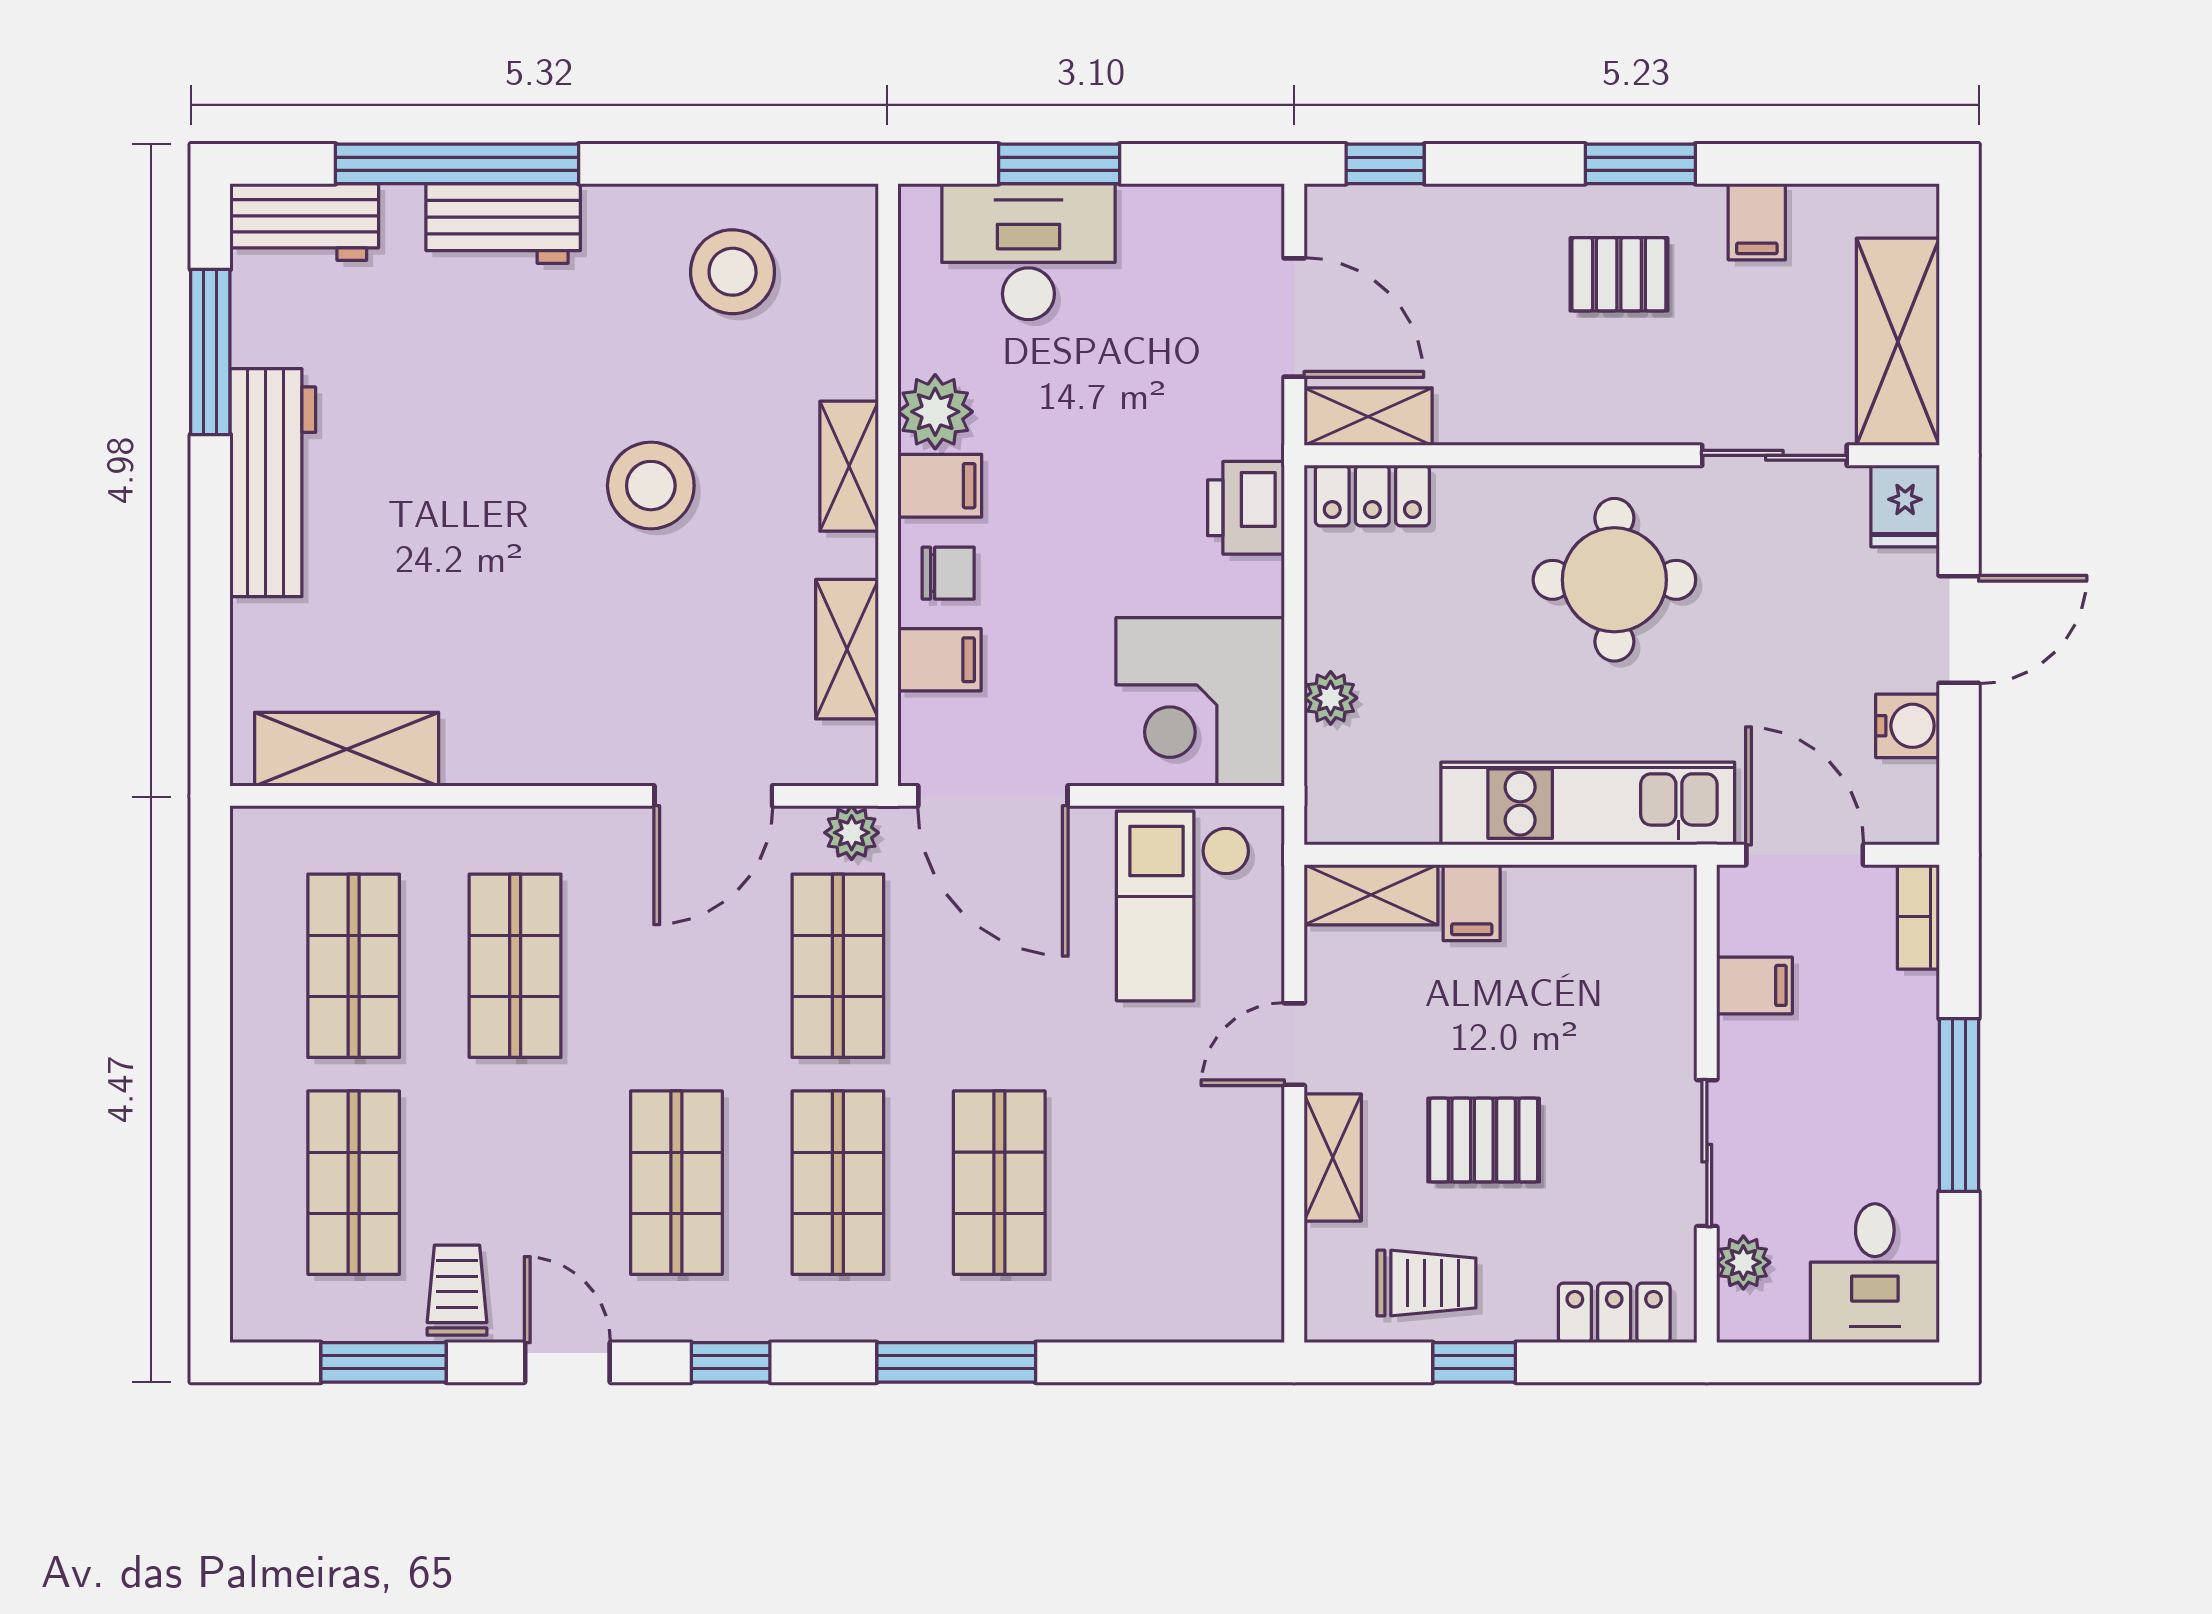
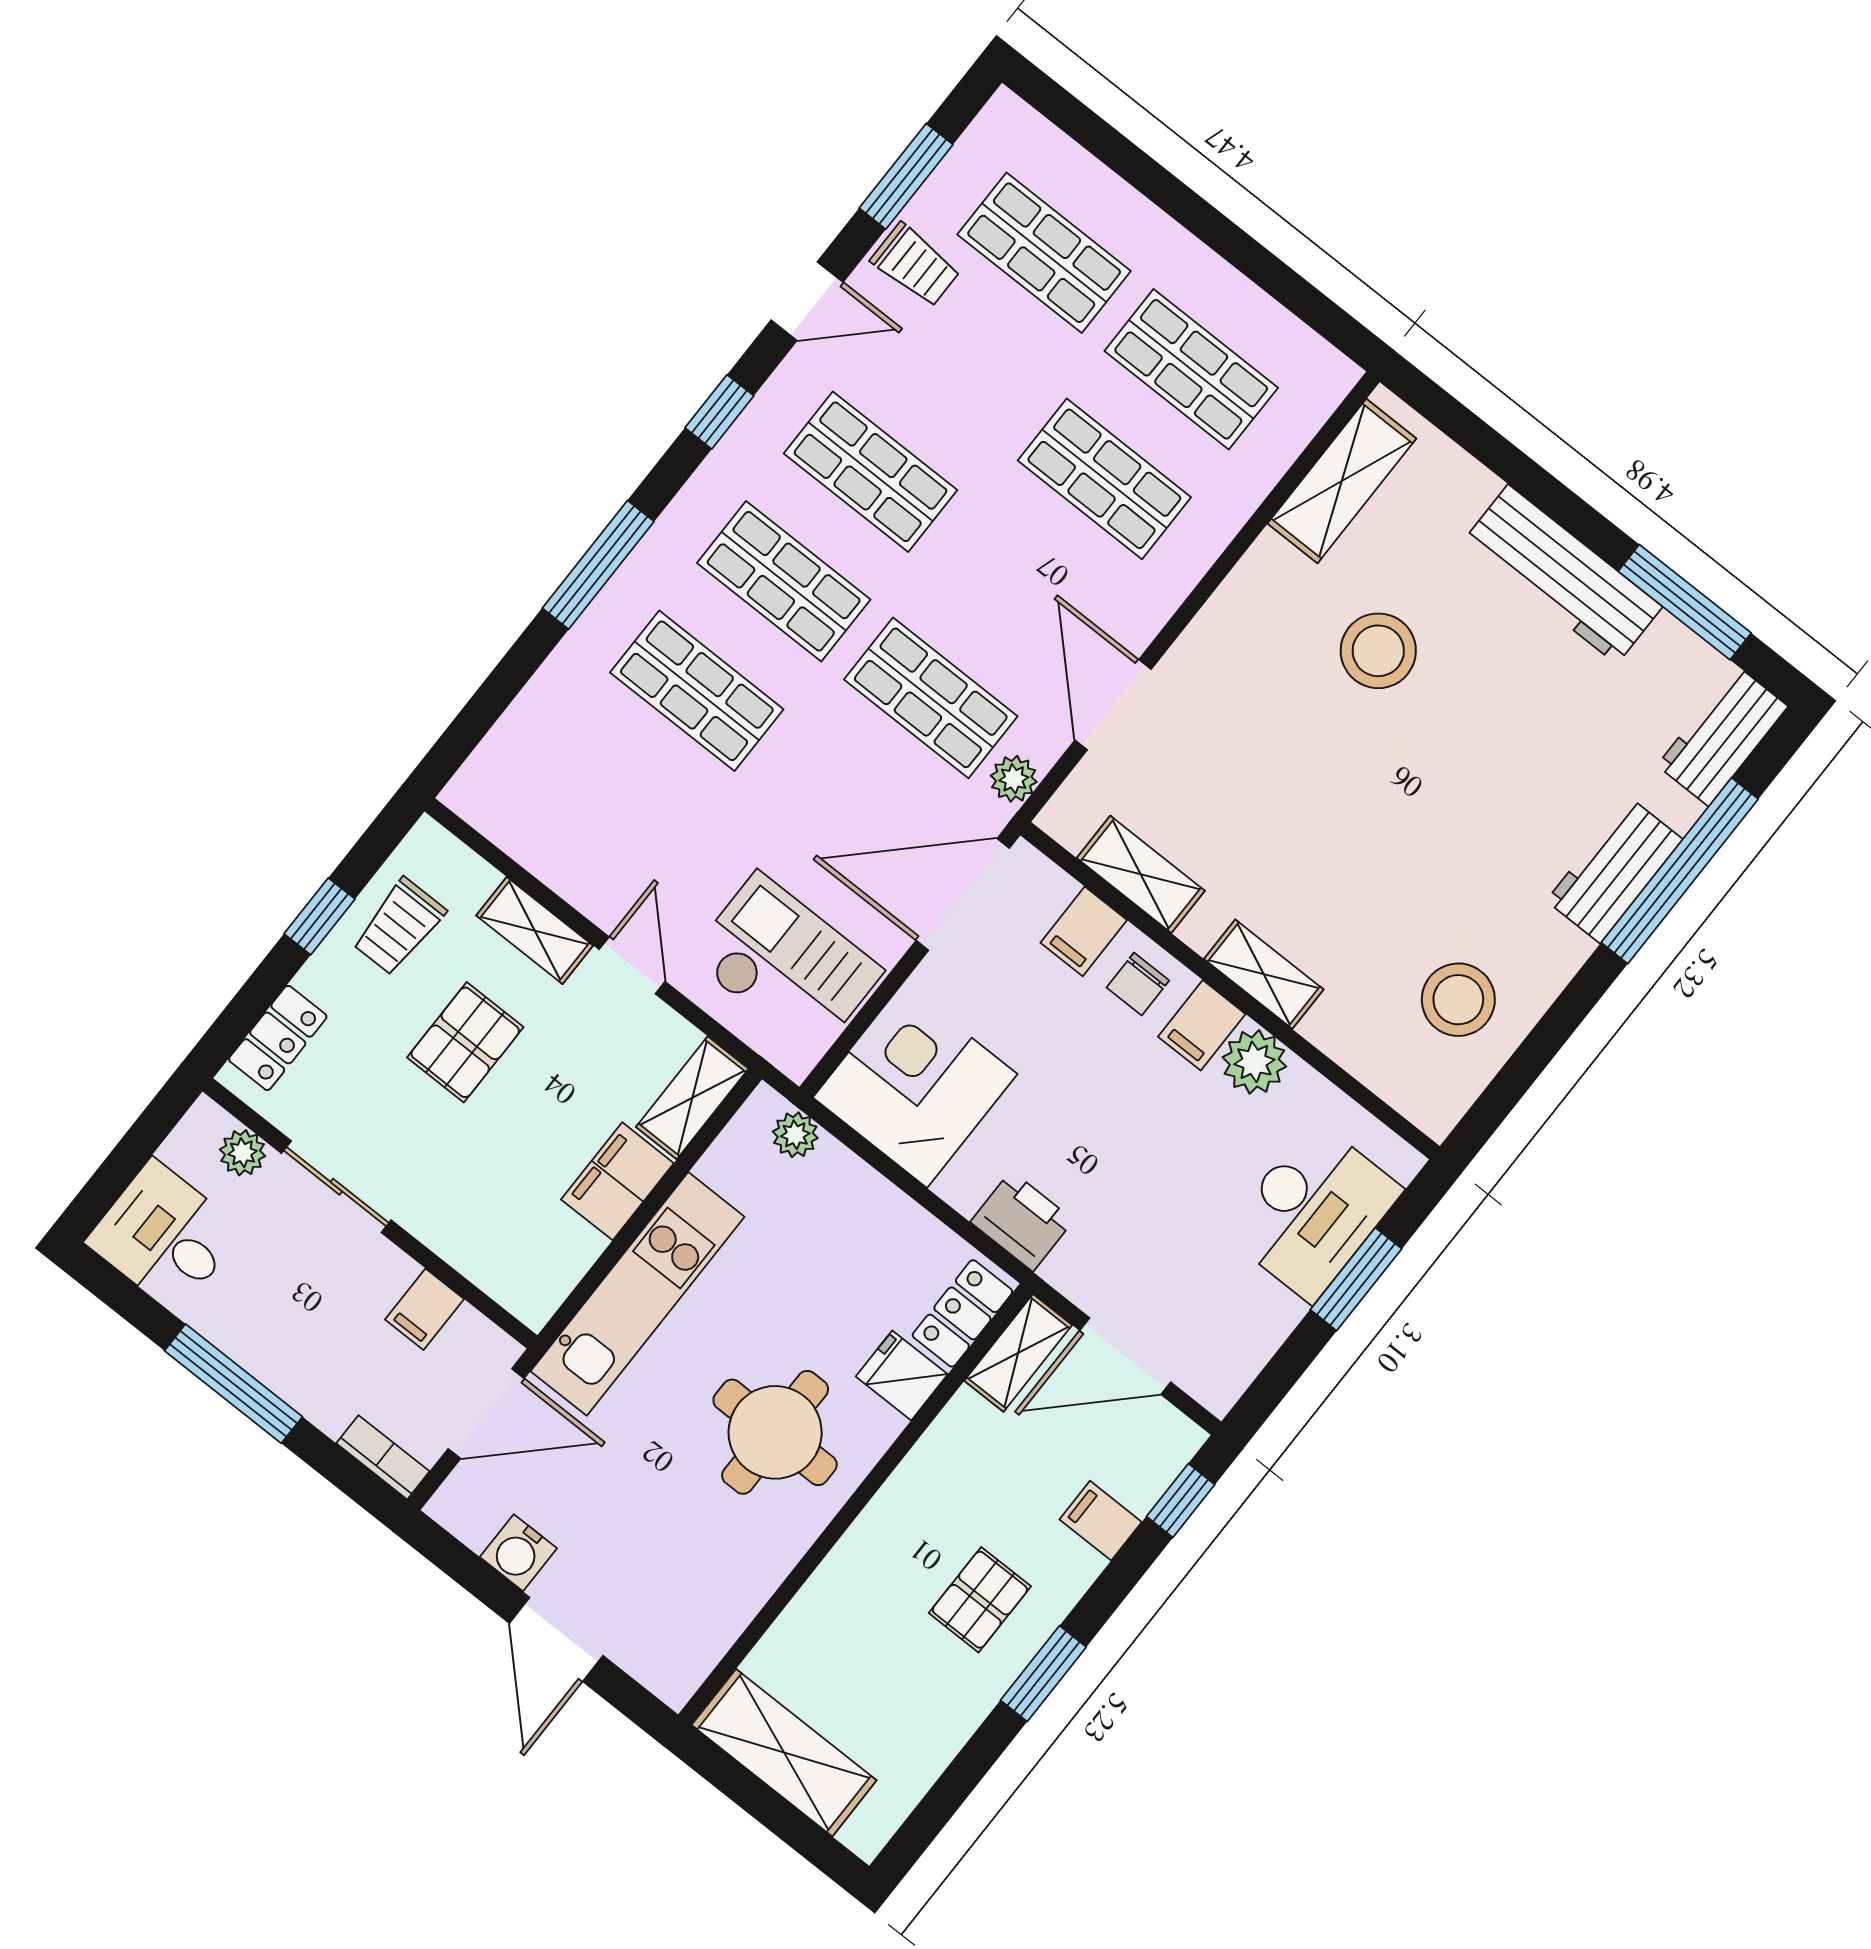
filing cabinet: (1757, 222) -> (1101, 1521), moved
sliding door: (1774, 455) -> (773, 1608), removed
stool: (651, 486) -> (1378, 651), moved
fridge: (1905, 506) -> (902, 1375), moved
plant: (1331, 698) -> (795, 1135), moved
filing cabinet: (1472, 903) -> (617, 1181), width x2.00

